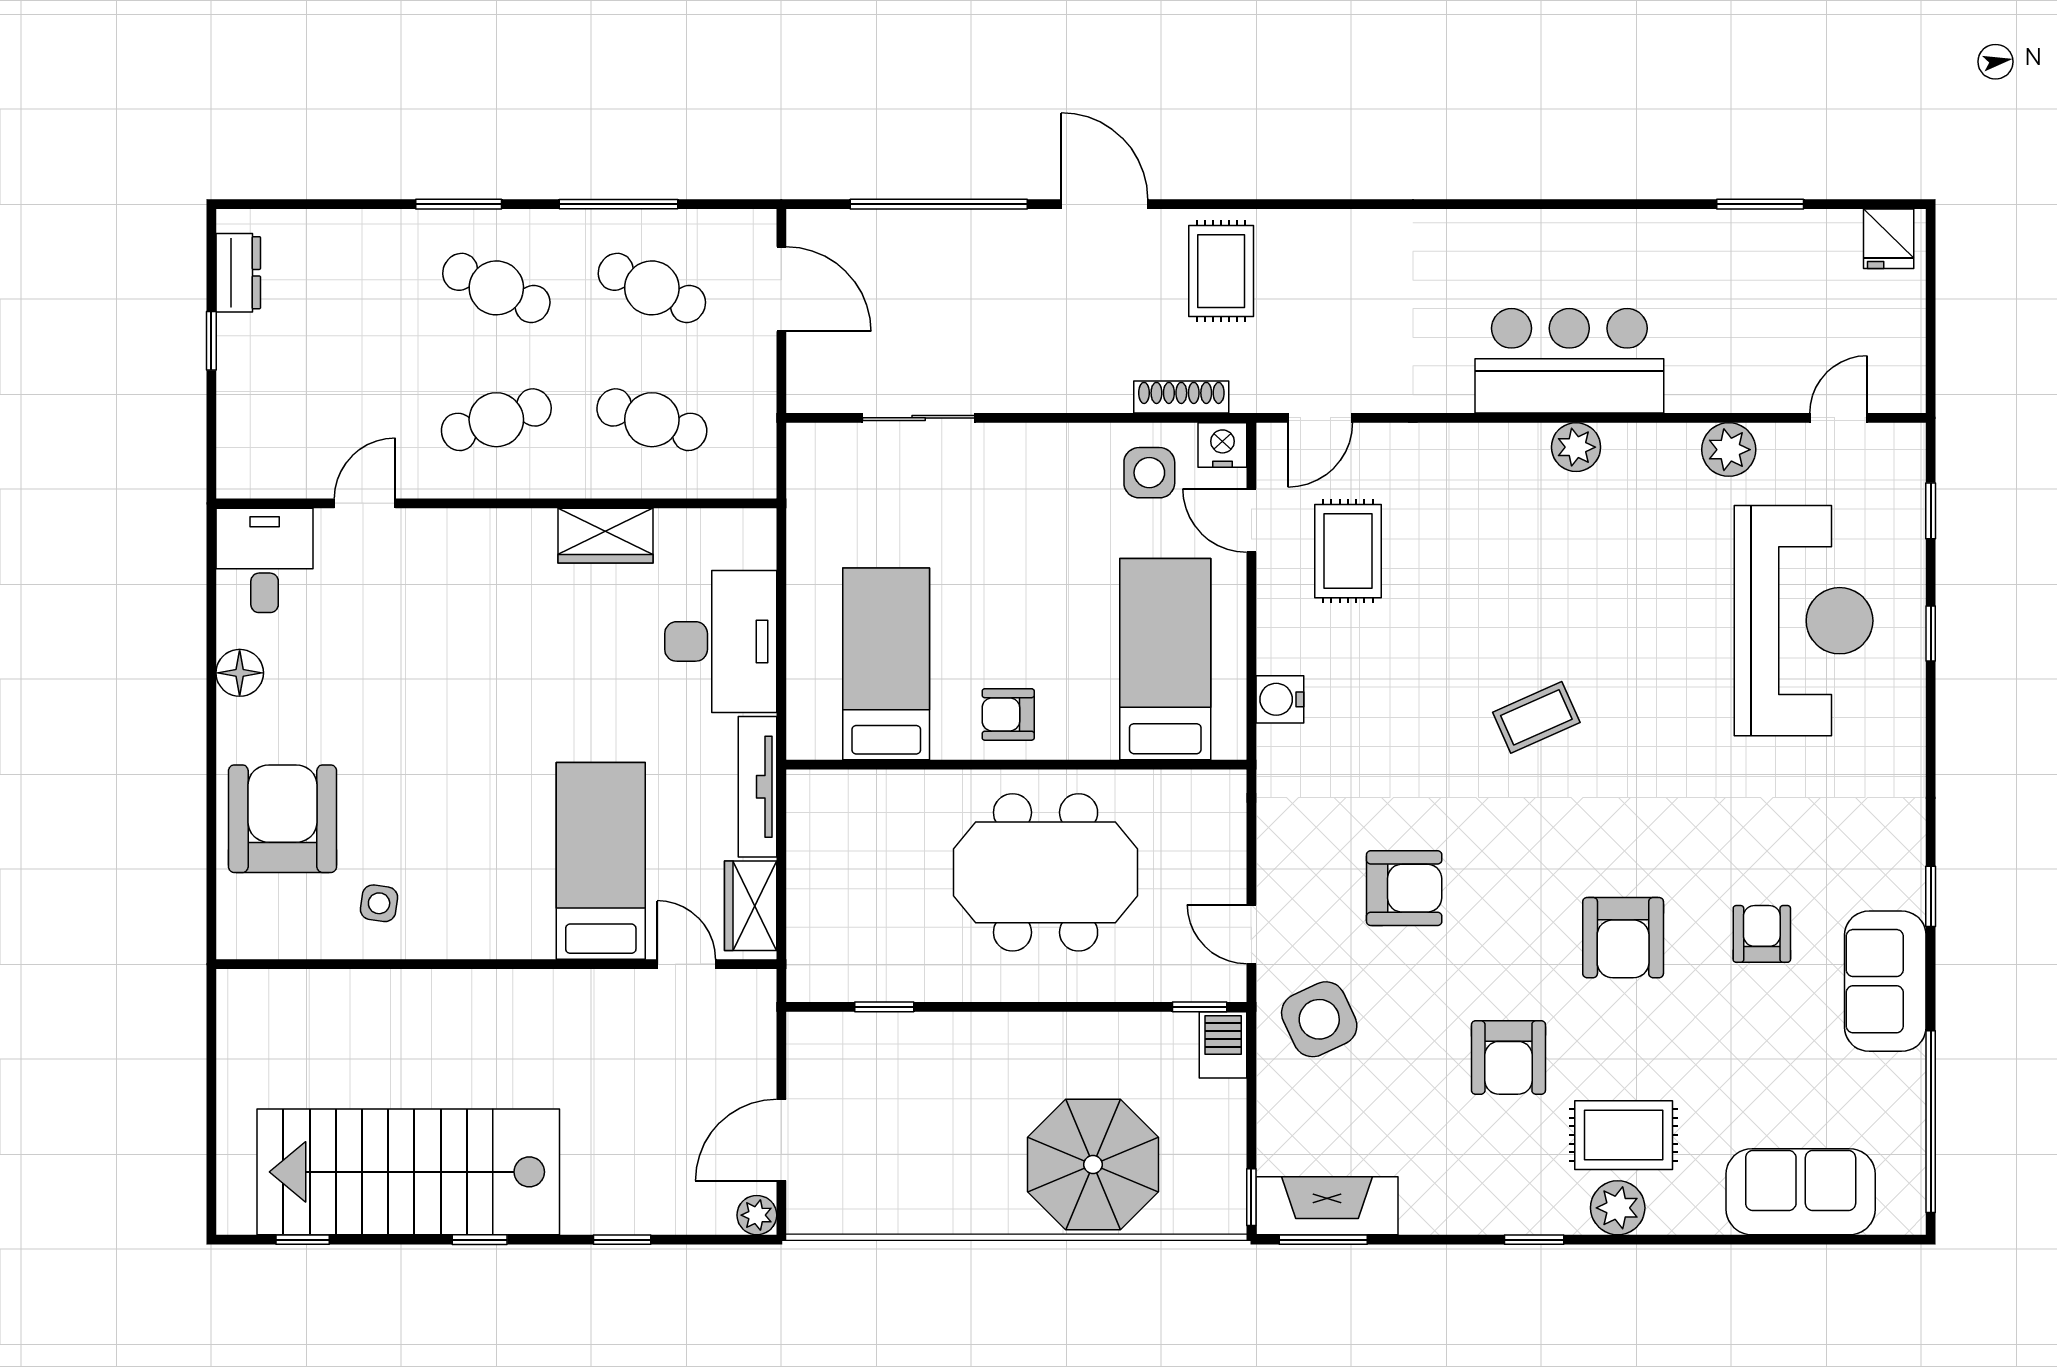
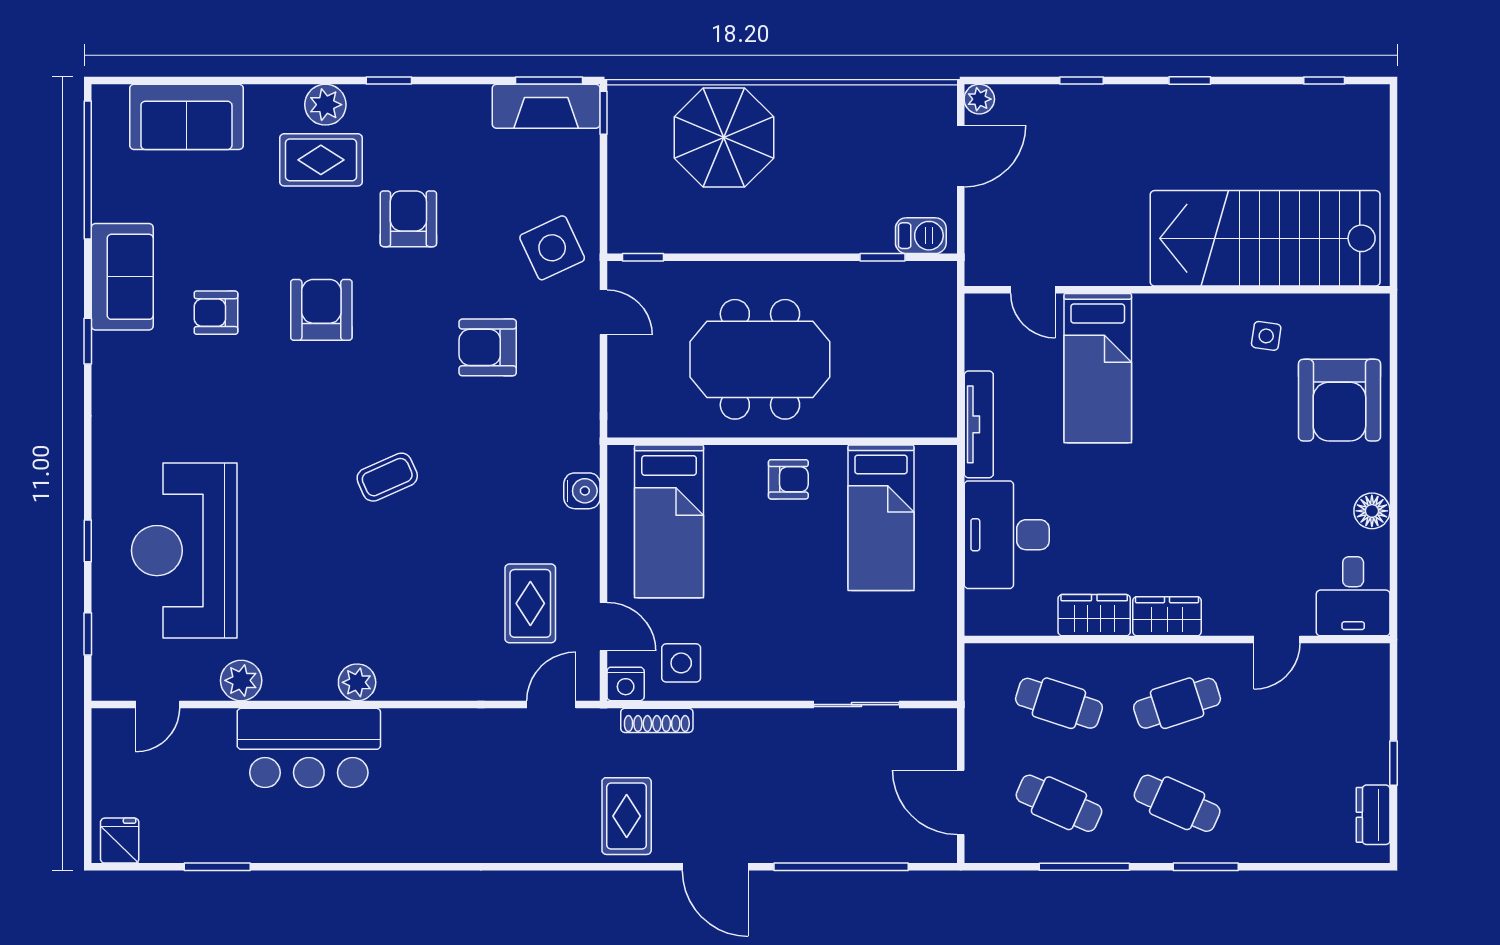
bar counter: (1569, 361) -> (309, 748), moved
wardrobe: (751, 906) -> (1167, 616), moved, turned -90
armchair: (1762, 934) -> (216, 313), turned 90
barbecue: (1223, 1045) -> (921, 236), moved, turned -90
stairs: (408, 1172) -> (1265, 238), moved, turned 180

